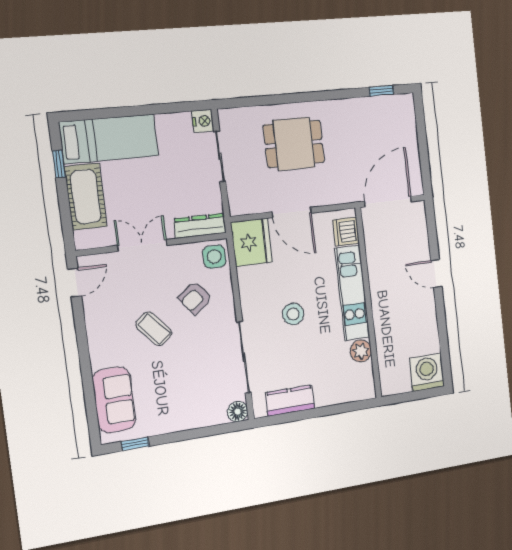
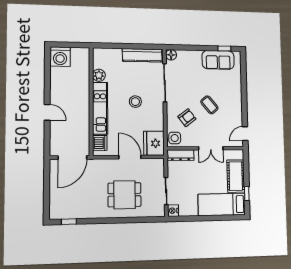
sofa: (114, 400) -> (218, 60), moved, turned -90
kitchen counter: (290, 401) -> (142, 55), width x1.50

